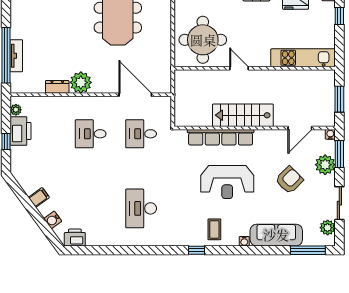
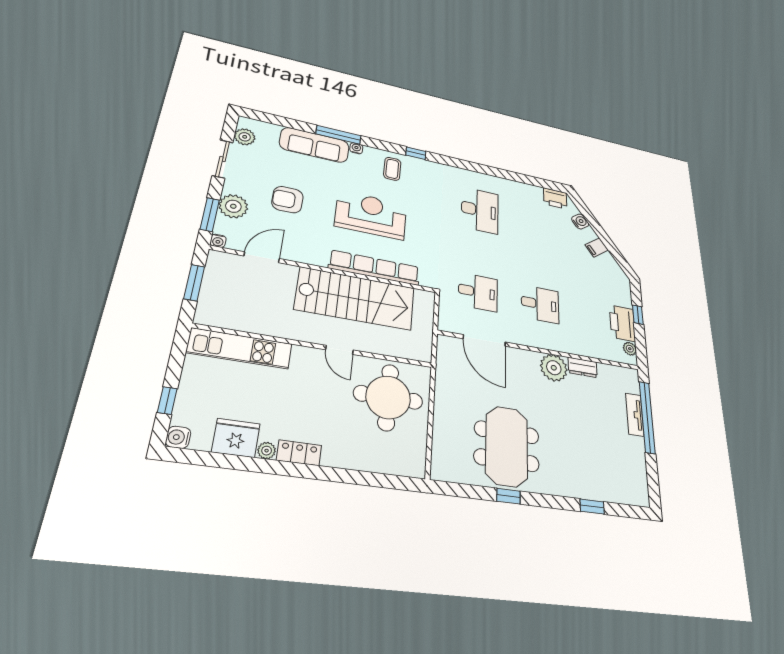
stairs: (243, 115) -> (356, 298), width x1.36, depth x1.51
armchair: (289, 180) -> (287, 200), turned 45
window: (308, 250) -> (338, 135), moved

